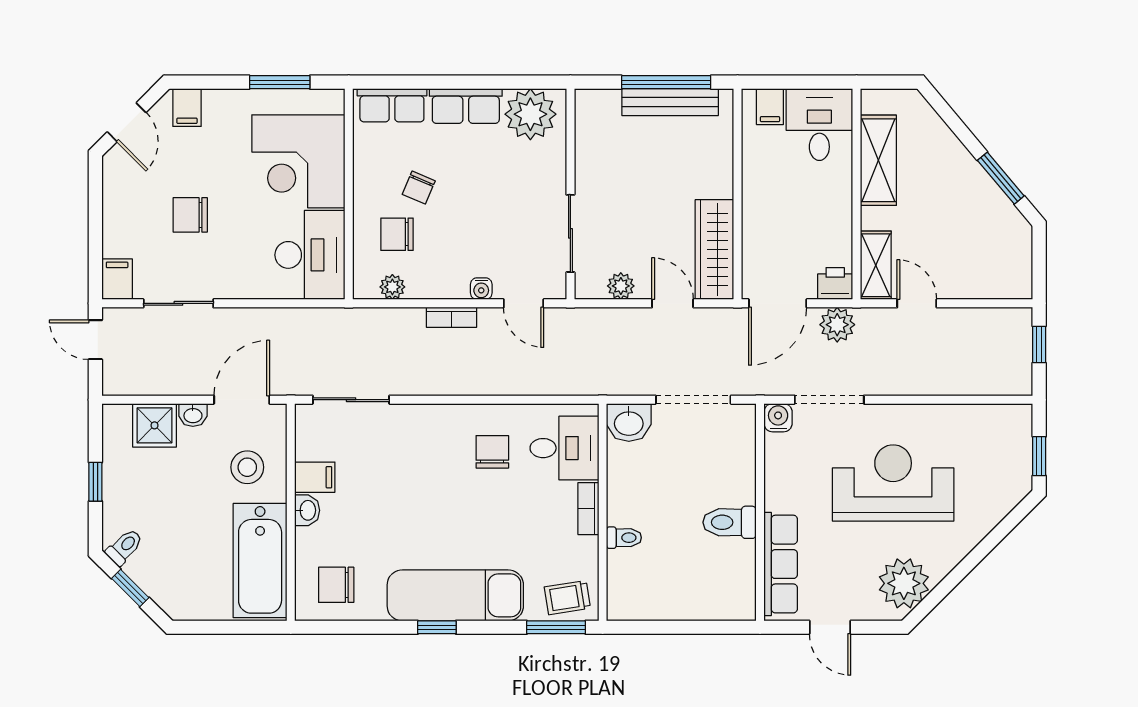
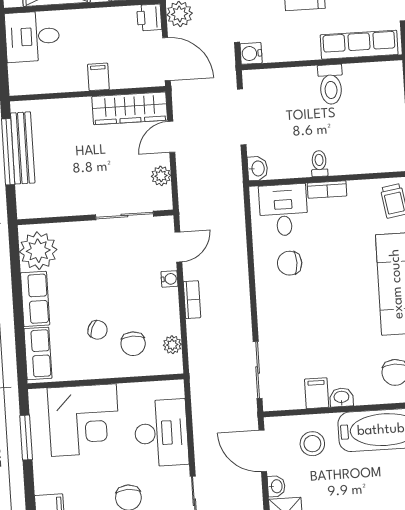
filing cabinet: (770, 107) -> (98, 77), moved, turned -90
desk: (310, 255) -> (161, 433), moved, turned 90
washbasin: (629, 422) -> (257, 168), width x0.72, depth x0.69
toilet: (624, 538) -> (319, 164), moved

